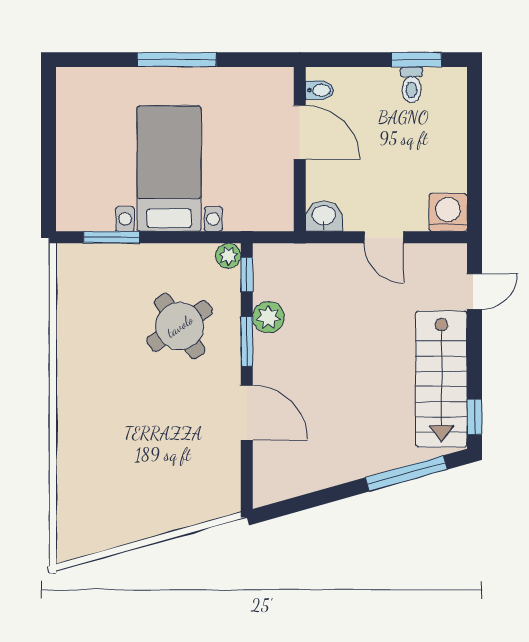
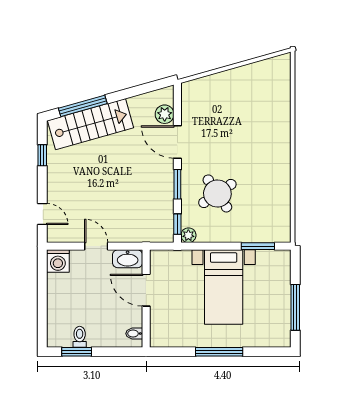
door: (300, 132) -> (146, 290), moved
window: (49, 134) -> (295, 307), added
washbasin: (324, 216) -> (128, 259), width x1.38
door: (474, 291) -> (42, 214), swing flipped
plant: (268, 317) -> (165, 114), moved
stairs: (441, 379) -> (90, 124), moved, turned 74
window: (474, 417) -> (42, 155), moved

